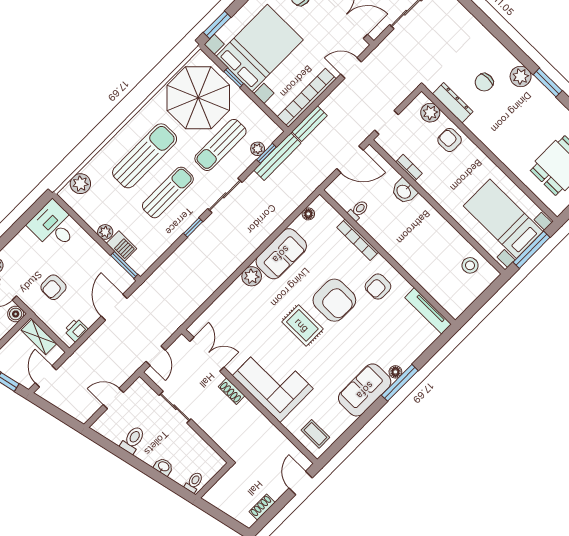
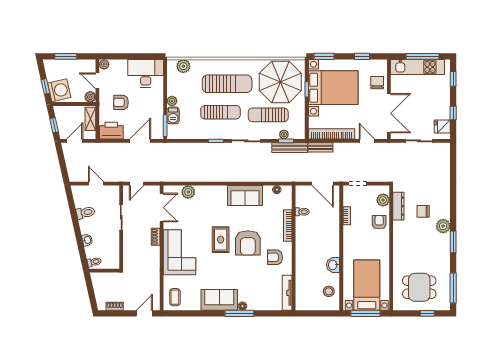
washbasin: (404, 191) -> (333, 265), moved
desk: (54, 226) -> (146, 73), width x1.37
plant: (252, 276) -> (188, 192), moved
printer: (76, 330) -> (111, 131), width x1.87, depth x1.48

